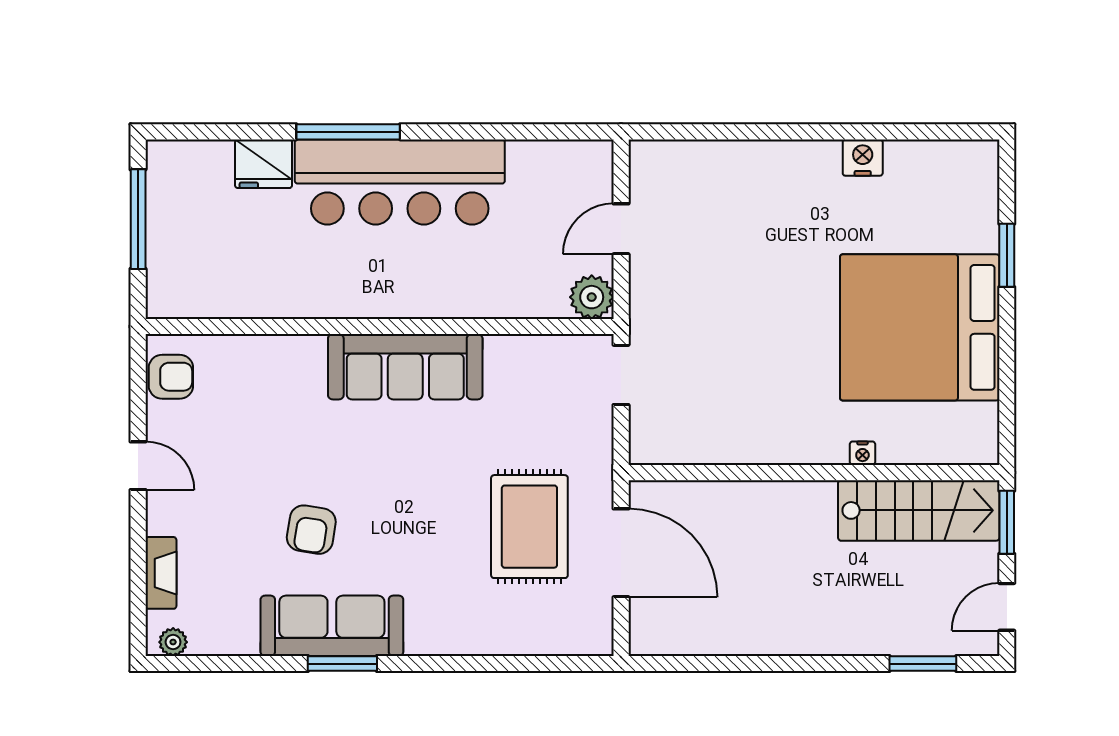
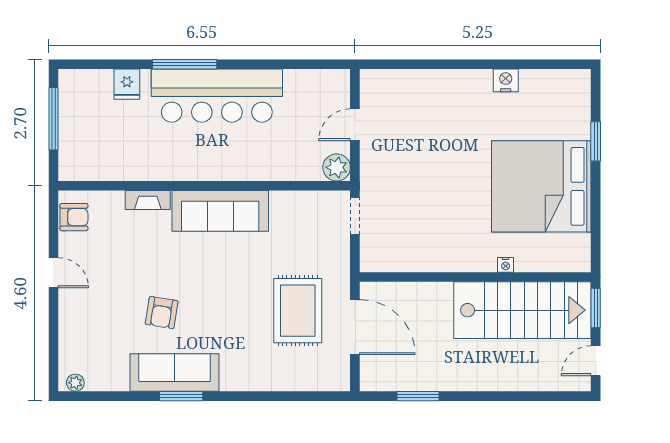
fridge: (264, 164) -> (127, 84), width x0.72
stairs: (919, 510) -> (522, 310), width x1.36, depth x1.51
fireplace: (161, 573) -> (148, 200), moved, turned 90
window: (923, 664) -> (418, 396), moved

